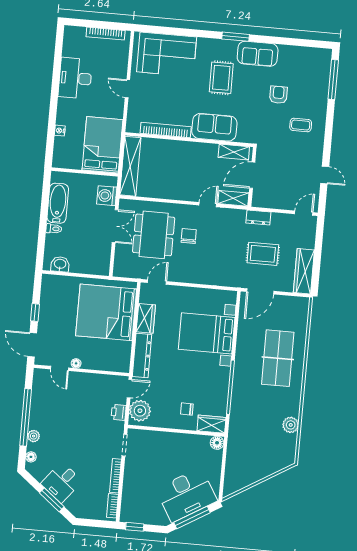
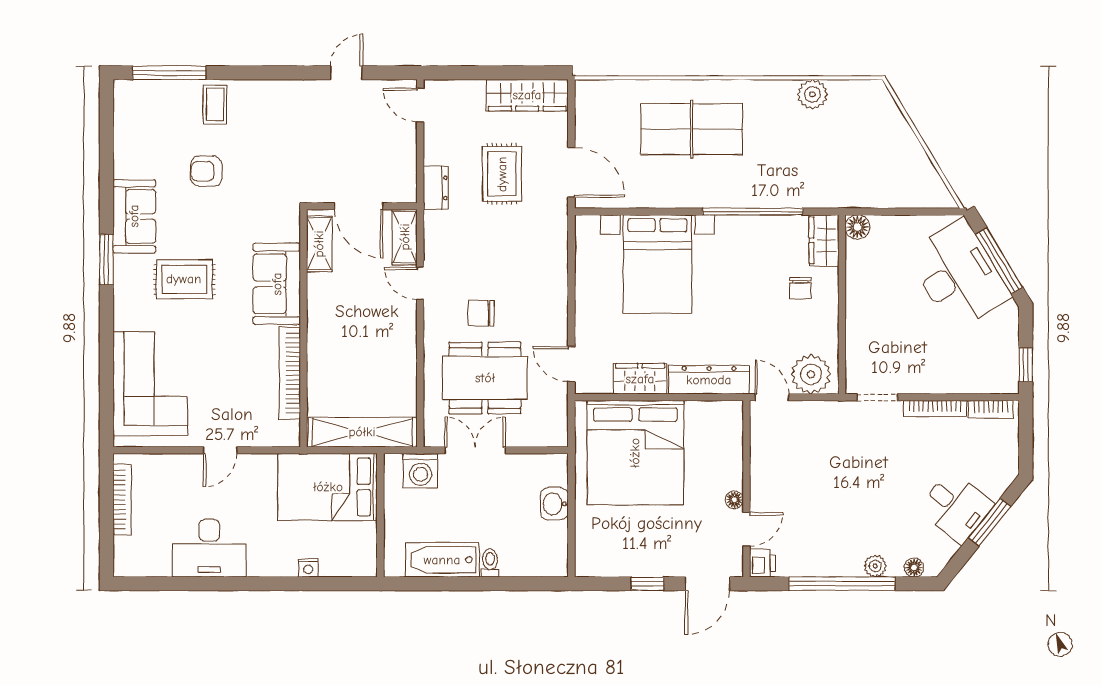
coffee table: (301, 125) -> (215, 105), moved
washbasin: (60, 264) -> (554, 504), moved
printer: (119, 412) -> (763, 563), moved, turned -90

